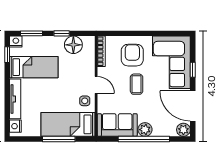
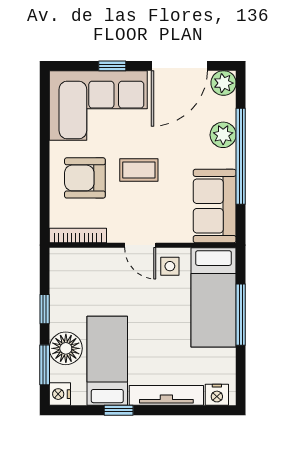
floor lamp: (73, 45) -> (66, 348), moved
window: (7, 55) -> (119, 410), moved
door: (96, 85) -> (140, 245), swing flipped
plant: (145, 130) -> (223, 135), moved

